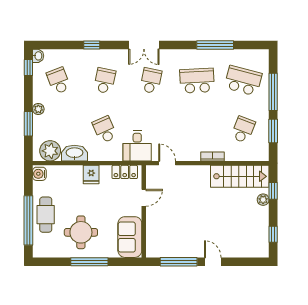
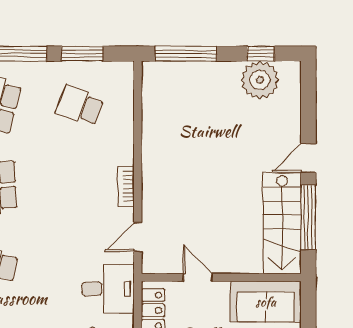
bookcase: (213, 156) -> (126, 186), moved
stairs: (240, 176) -> (282, 223), moved, turned 180
window: (273, 191) -> (186, 54), width x2.17
plant: (263, 200) -> (260, 80), moved, width x1.87, depth x1.87

